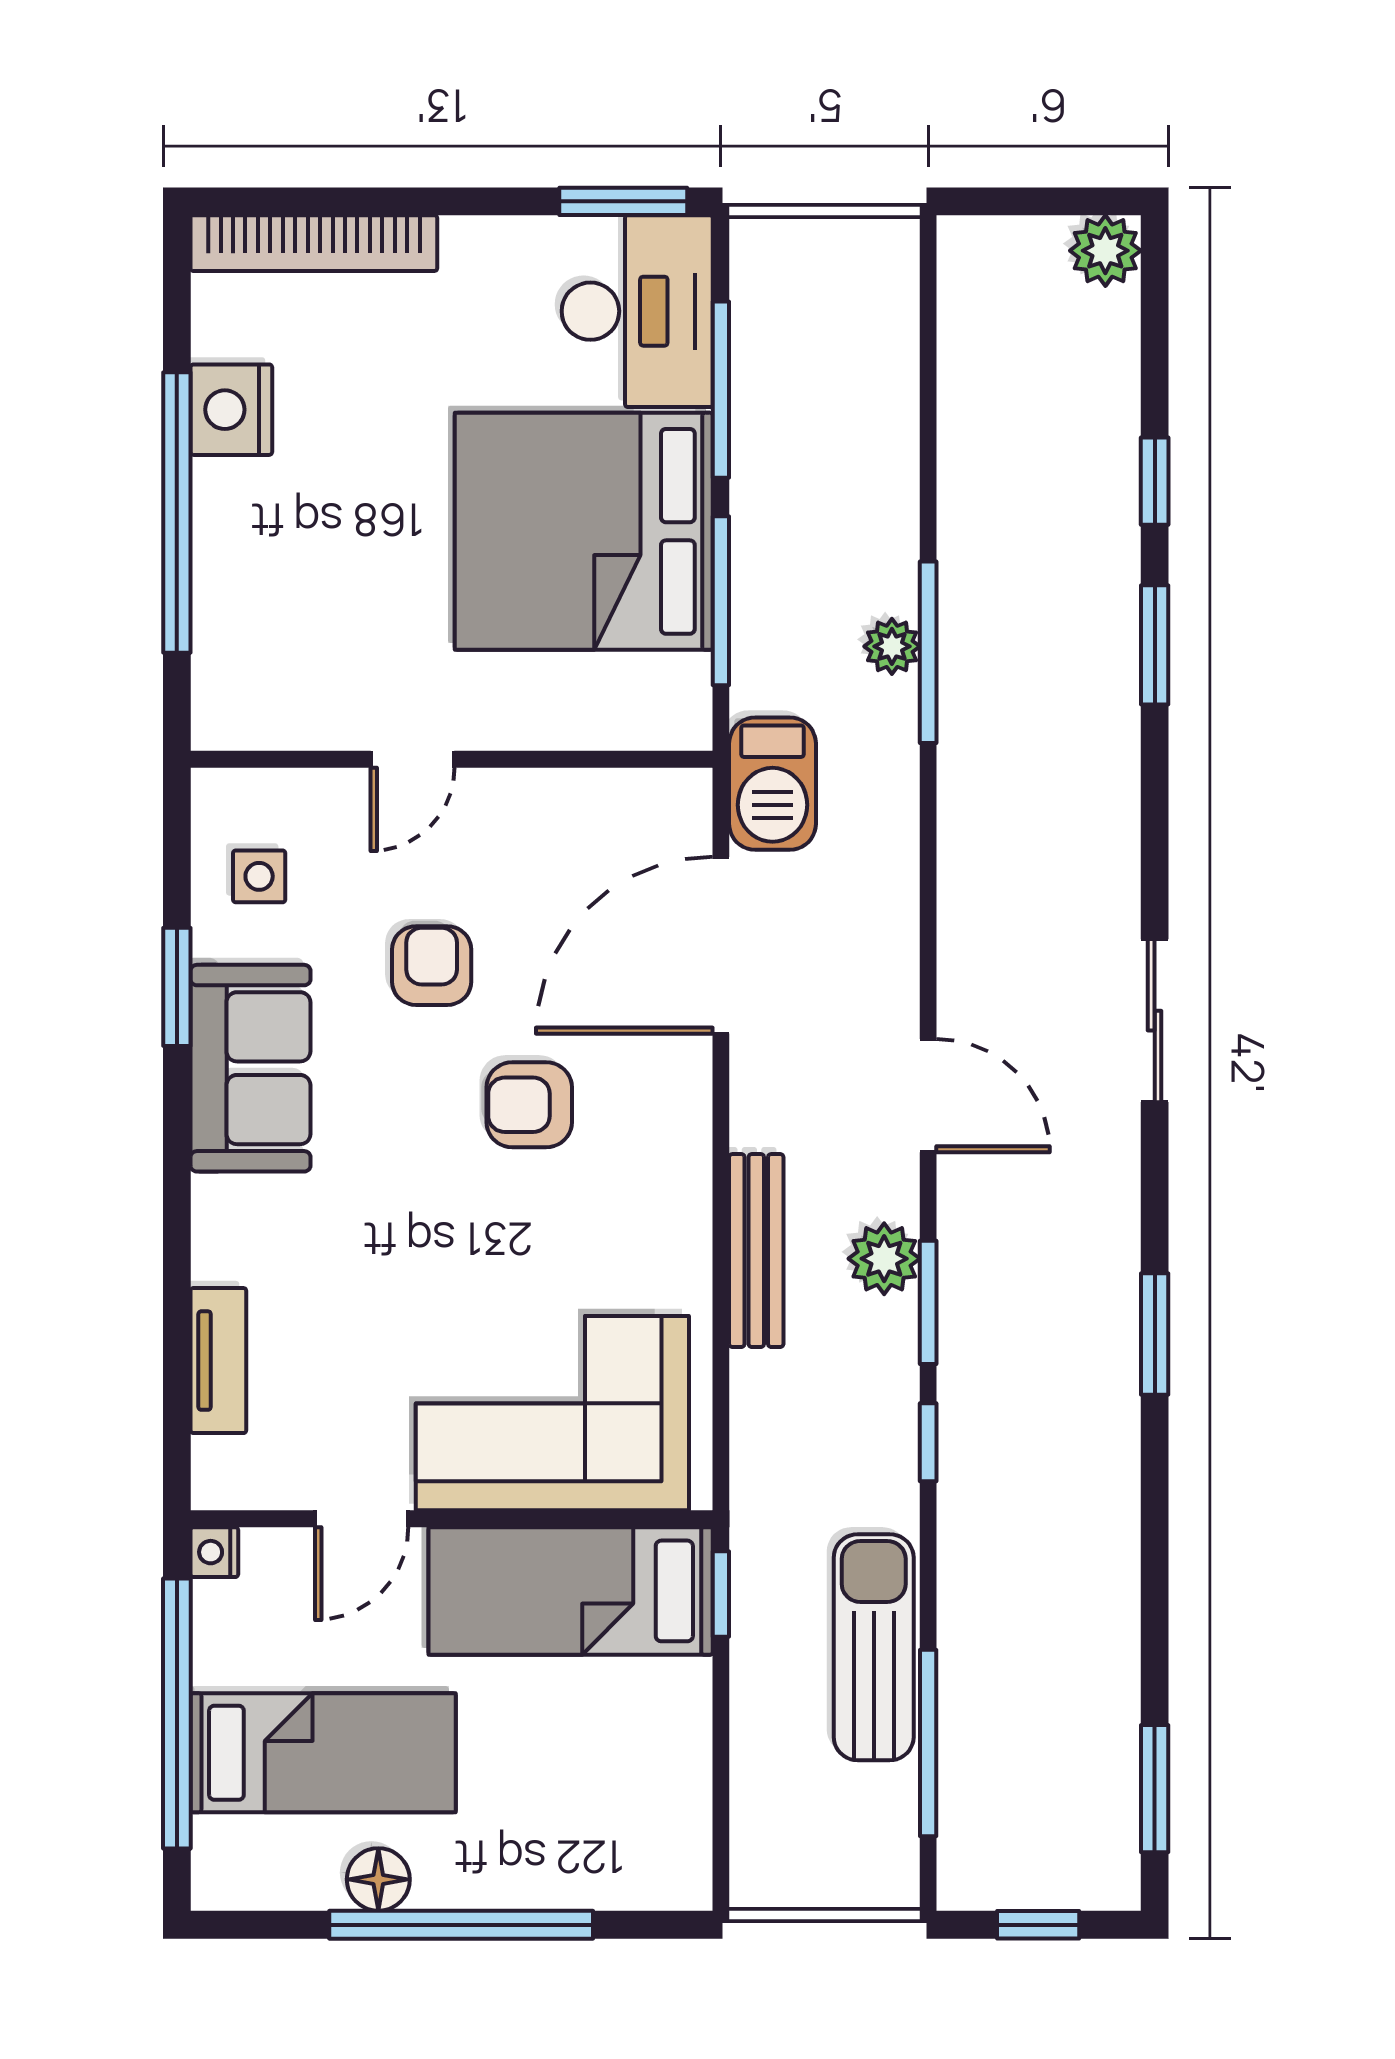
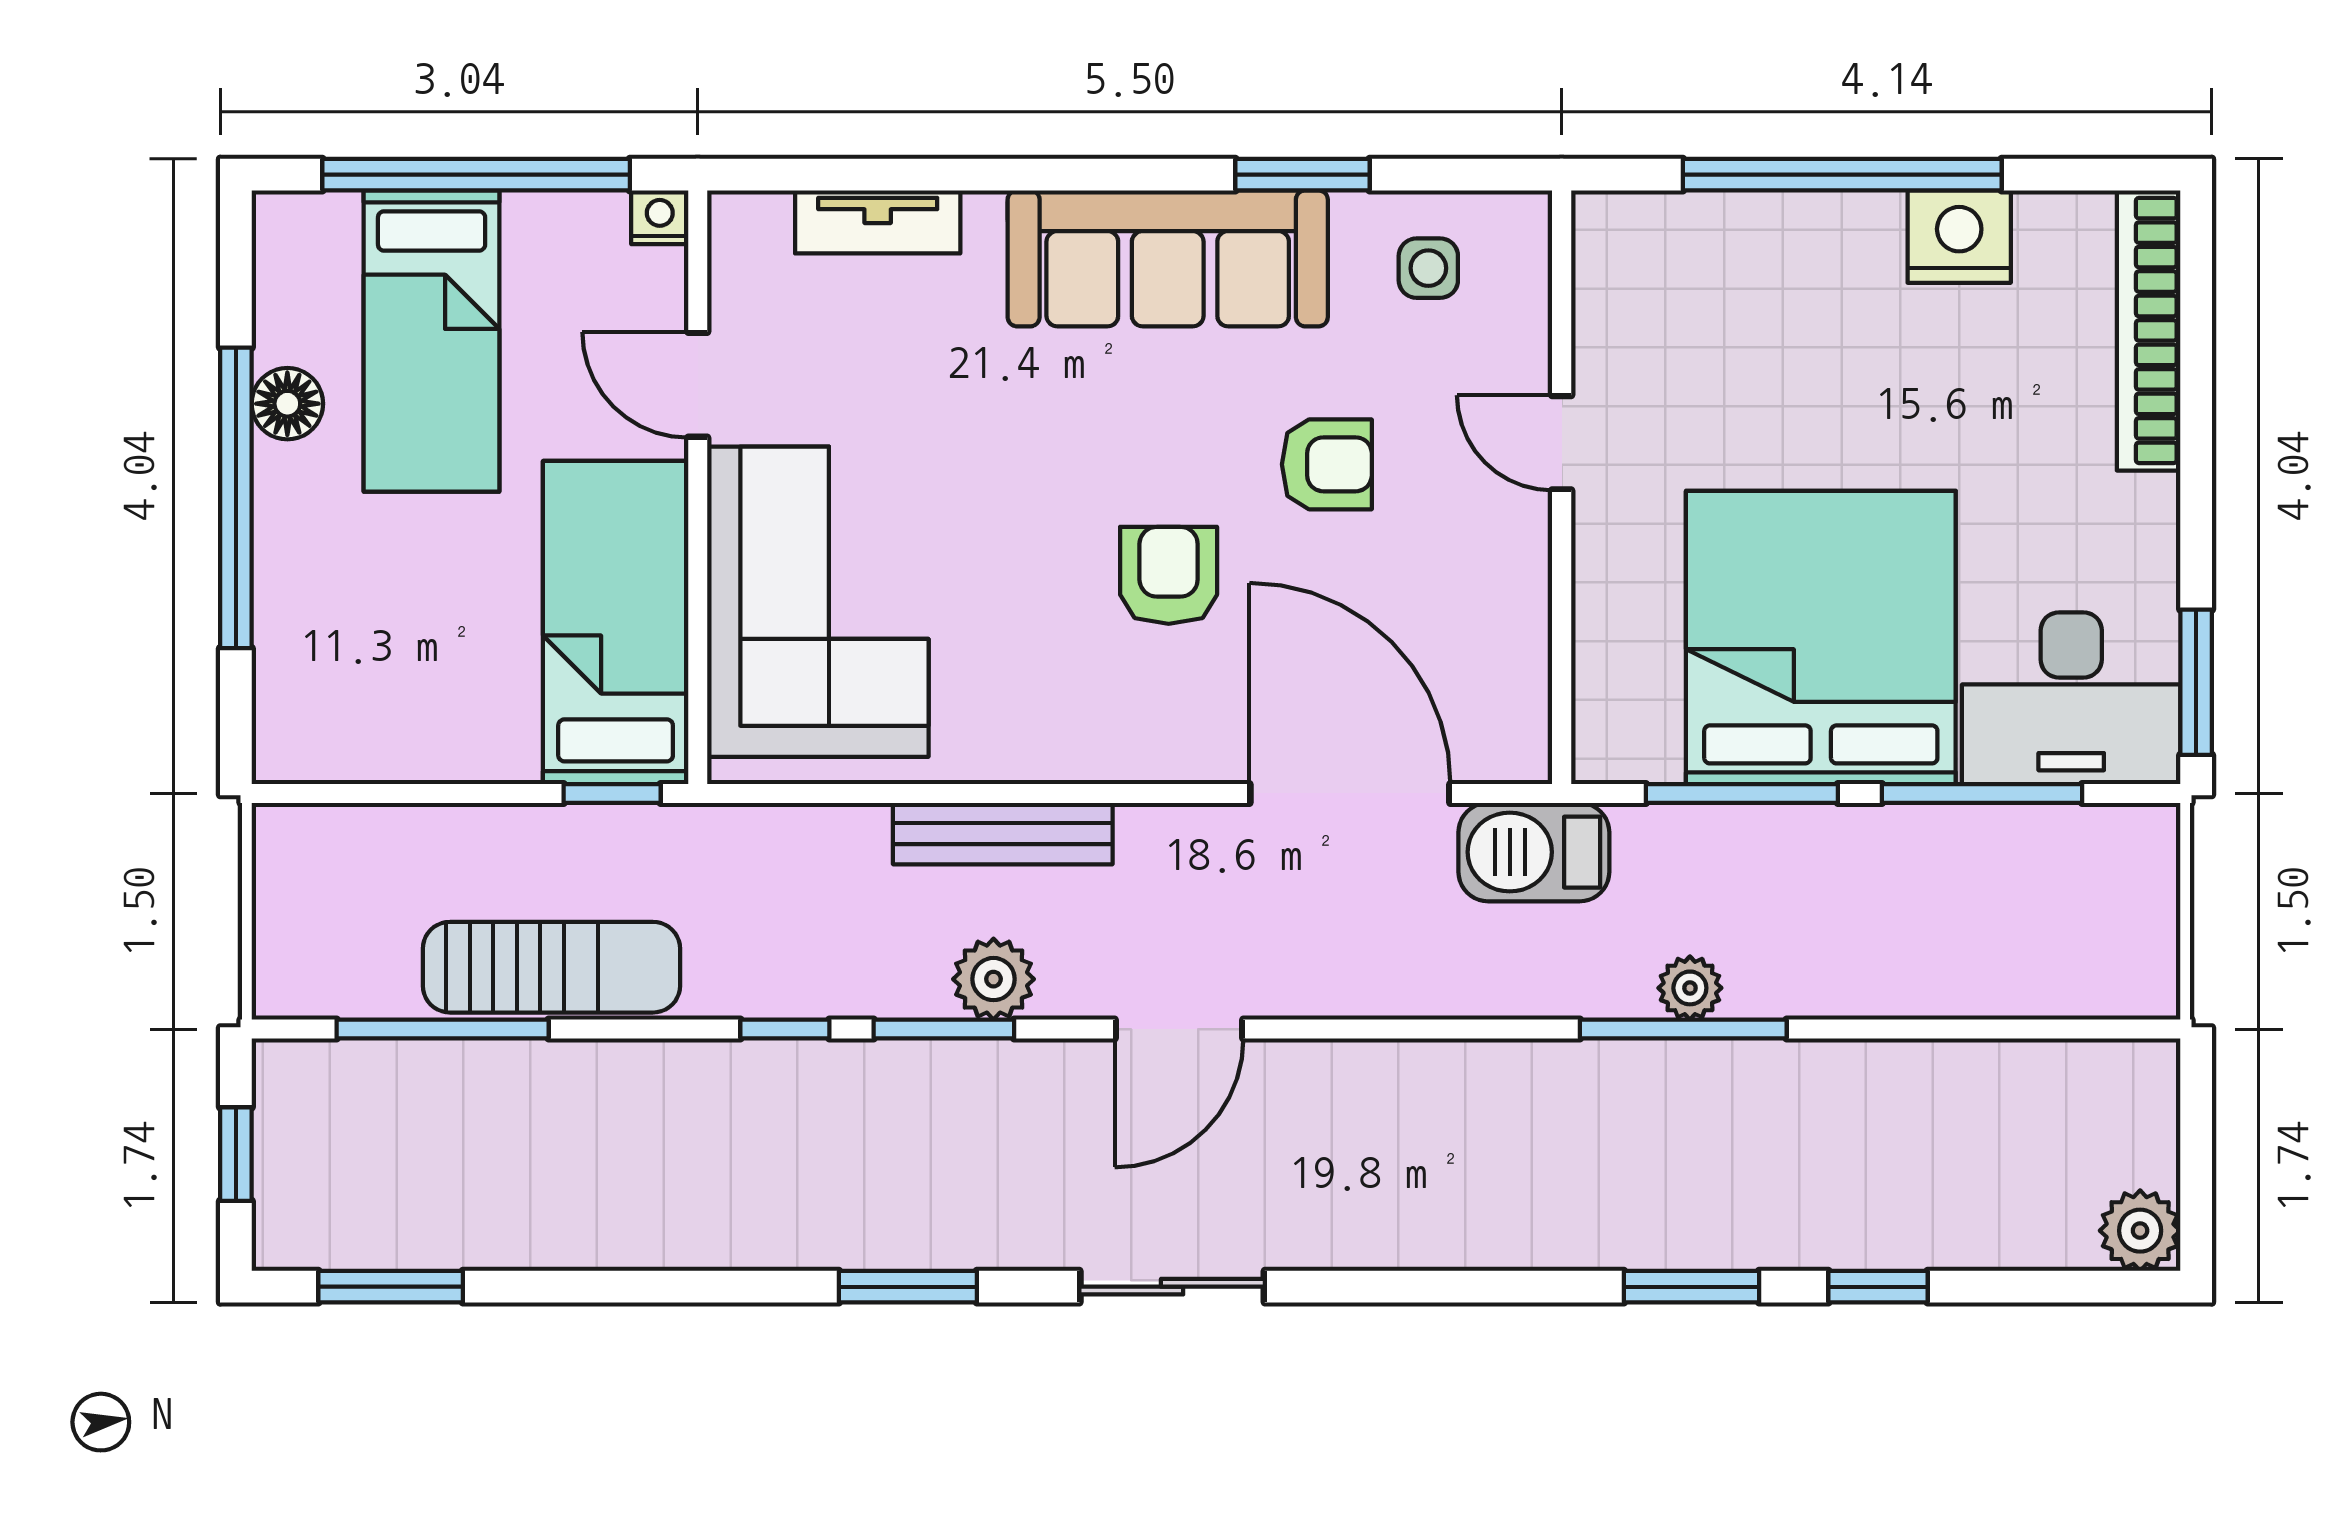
sliding door: (1155, 1021) -> (1172, 1287), moved
sofa: (251, 1068) -> (1168, 258), width x1.36

